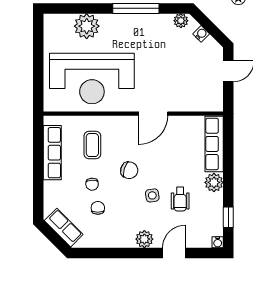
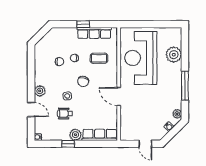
window: (38, 170) -> (83, 24), added
window: (228, 217) -> (68, 144), moved
row of seats: (64, 228) -> (47, 40), removed

